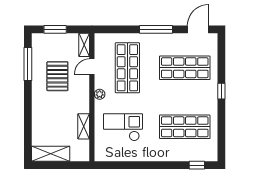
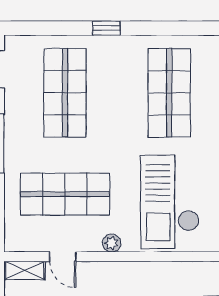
shelving: (84, 126) -> (168, 271), removed
checkout: (123, 127) -> (170, 202), width x1.36, depth x1.21

